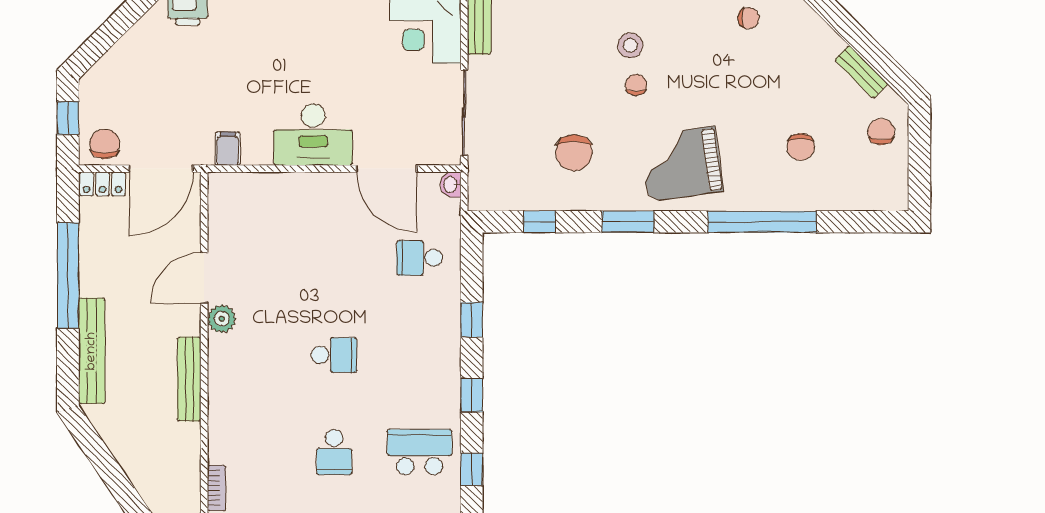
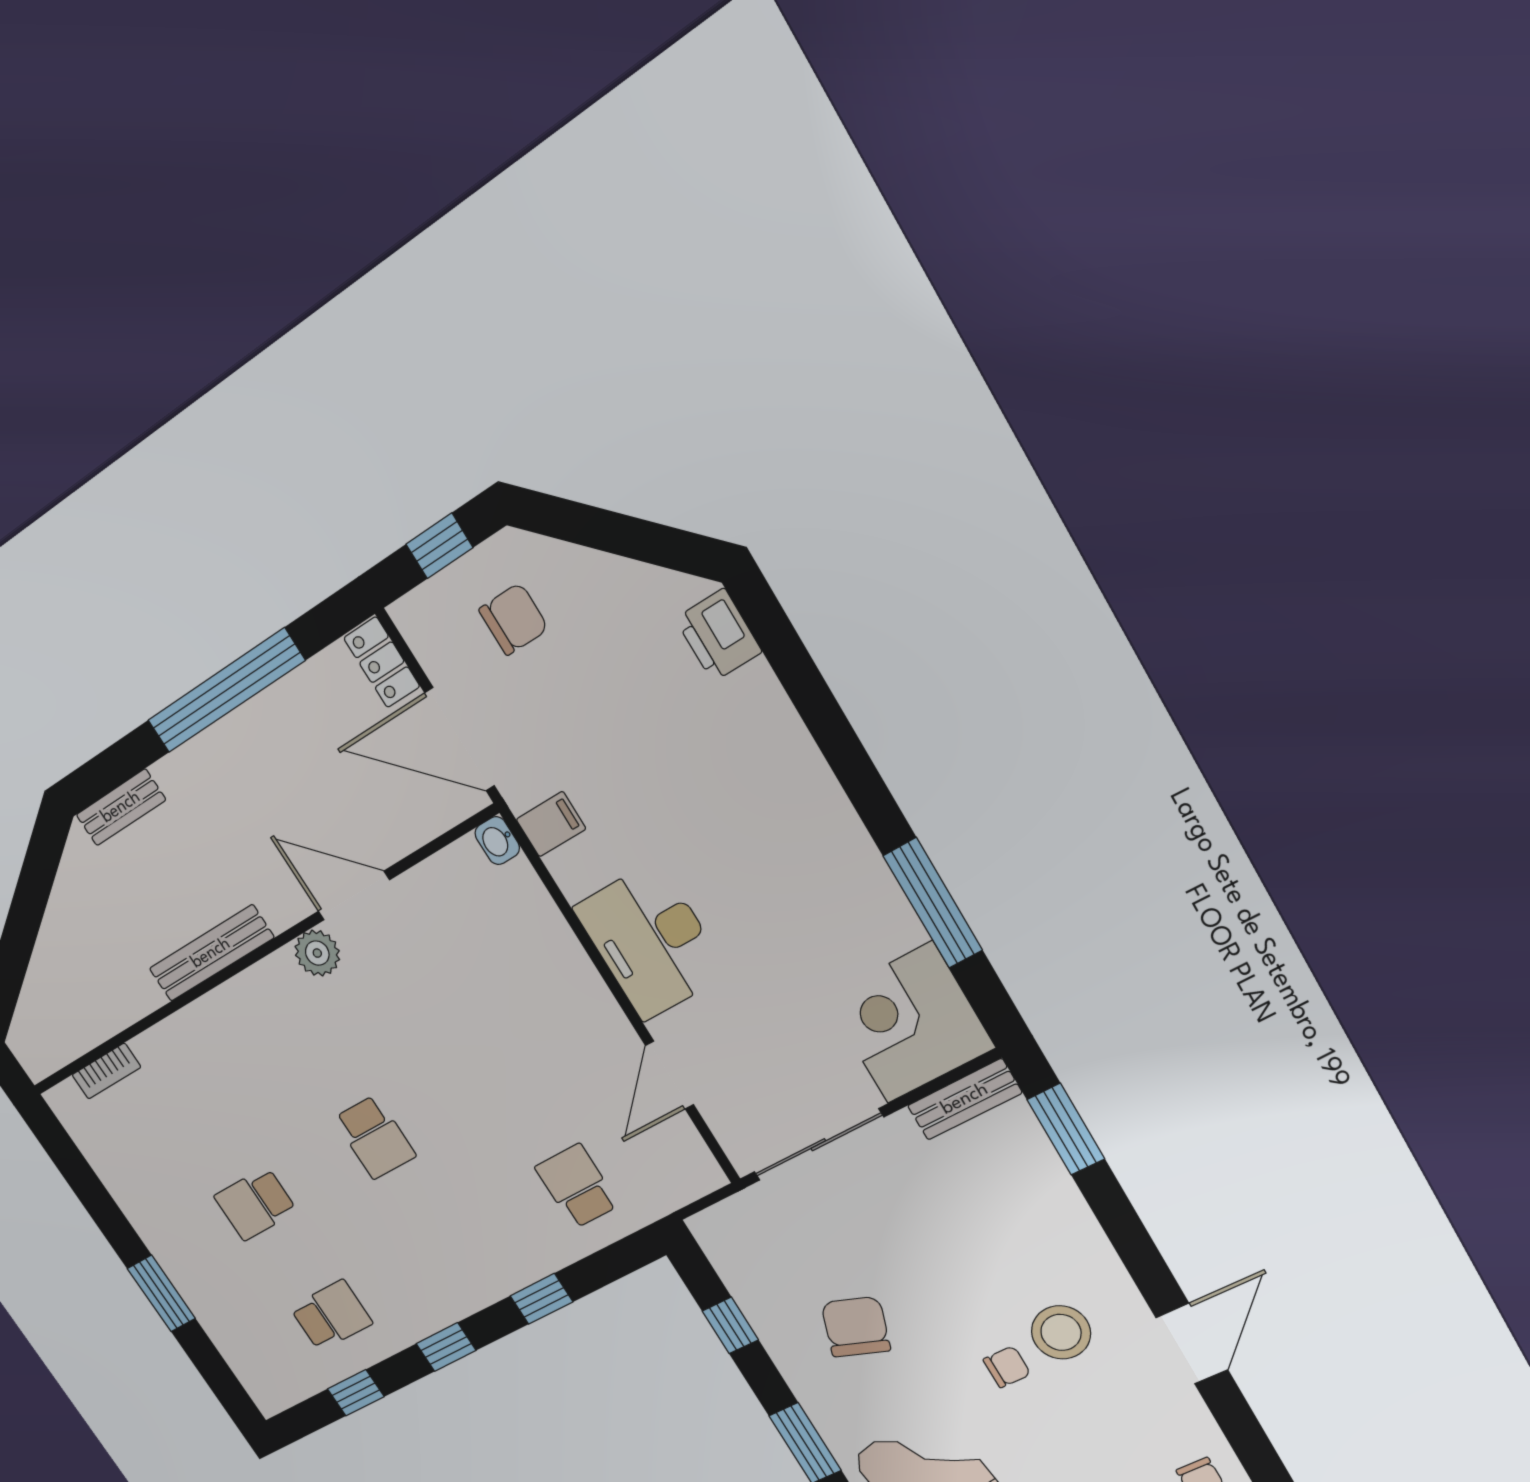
stool: (630, 45) -> (1061, 1332), width x1.38, depth x1.38
chair: (105, 144) -> (514, 619), moved
chair: (574, 153) -> (856, 1327), turned 109
door: (387, 169) -> (670, 1075), width x0.73
washbasin: (451, 185) -> (497, 841), moved, turned -90
bench: (92, 351) -> (121, 807), width x0.54, depth x0.82
school desk: (420, 452) -> (331, 1315), width x0.54

